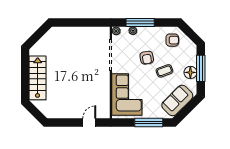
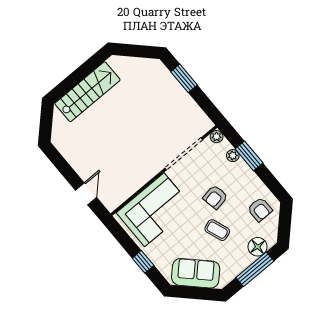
window: (72, 23) -> (184, 78), added
window: (140, 23) -> (249, 156), width x0.69
floor lamp: (190, 72) -> (258, 247), moved
door: (89, 123) -> (86, 194), hinge flipped
window: (149, 123) -> (143, 262), width x0.46

